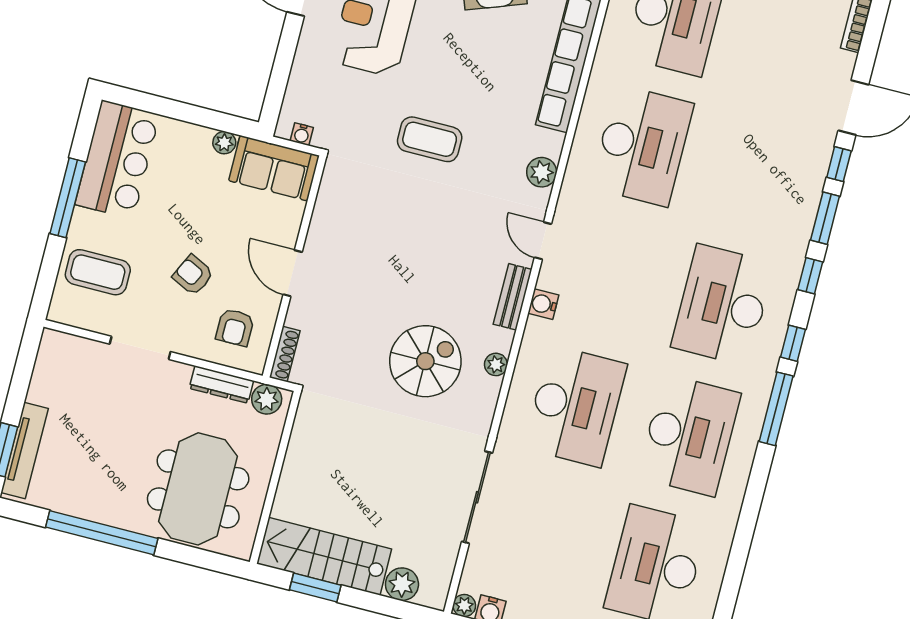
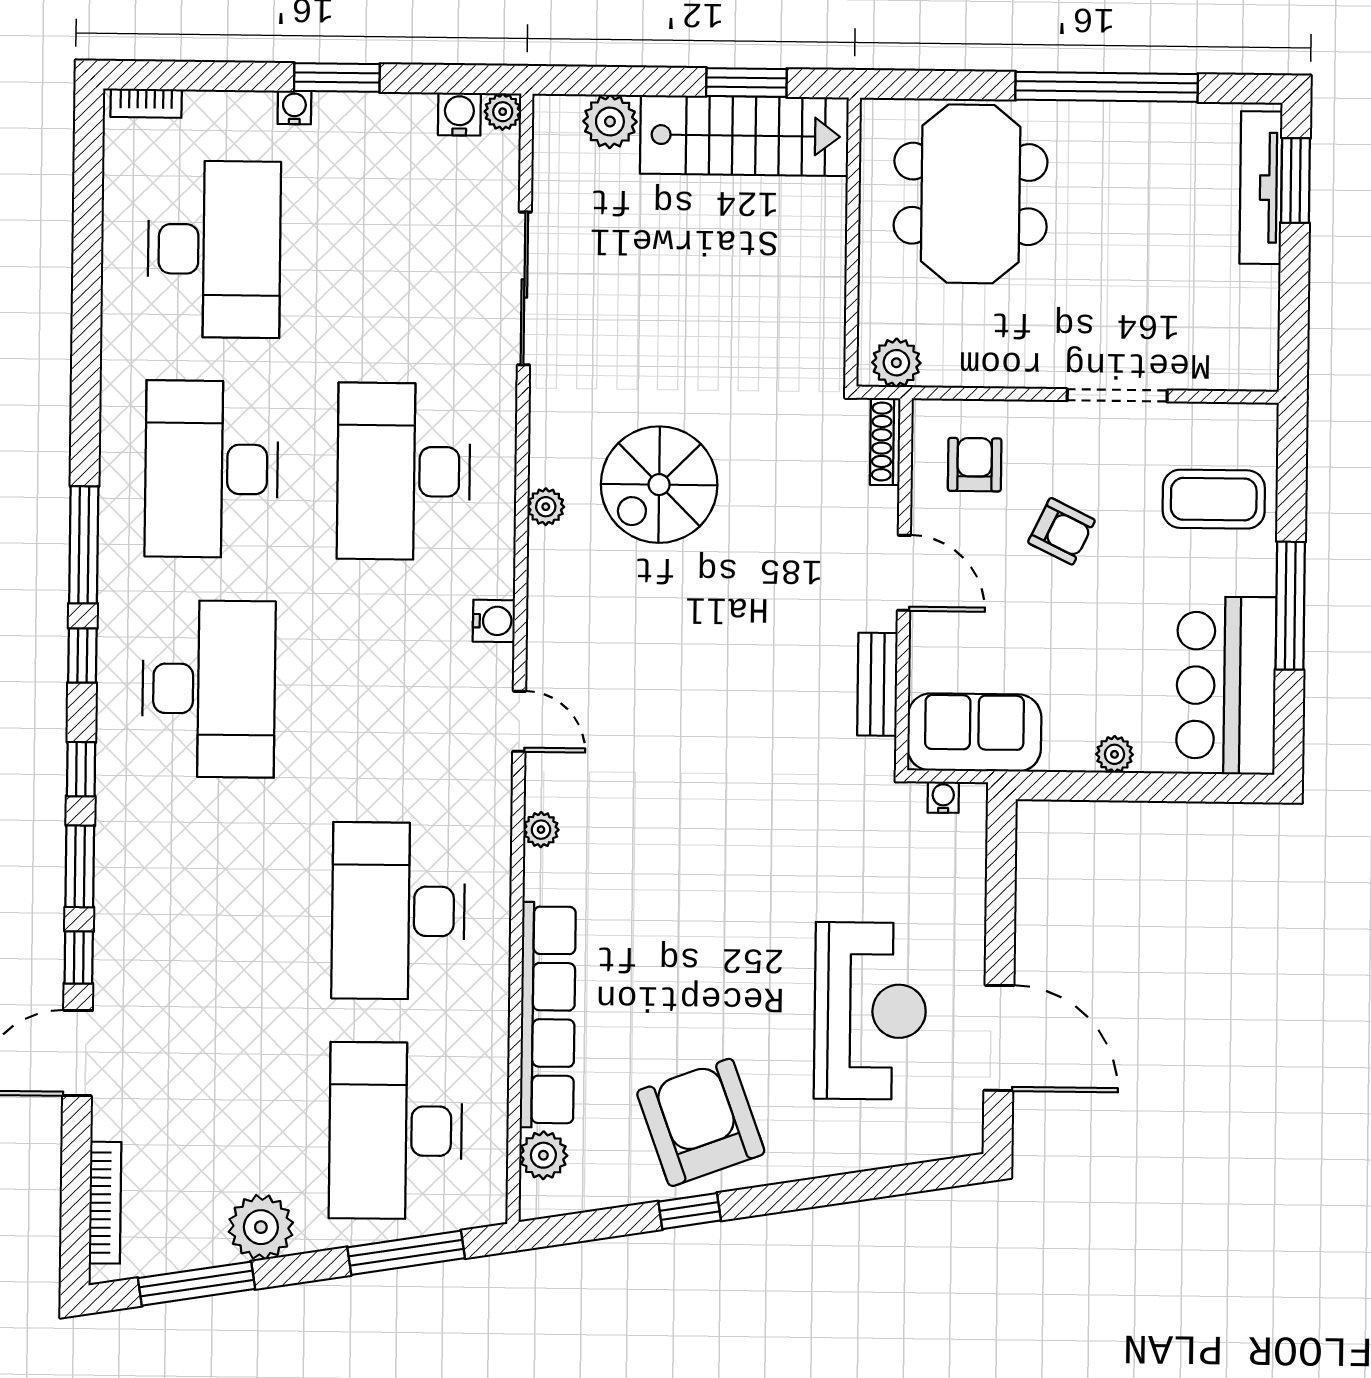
coffee table: (430, 139) -> (738, 839), removed
plant: (224, 143) -> (1114, 754), moved
plant: (542, 172) -> (541, 830), width x0.73, depth x0.73
bench: (513, 297) -> (877, 684), moved
dresser: (221, 384) -> (974, 369), removed

